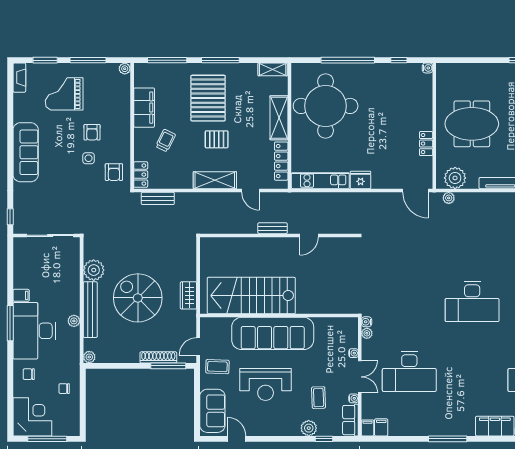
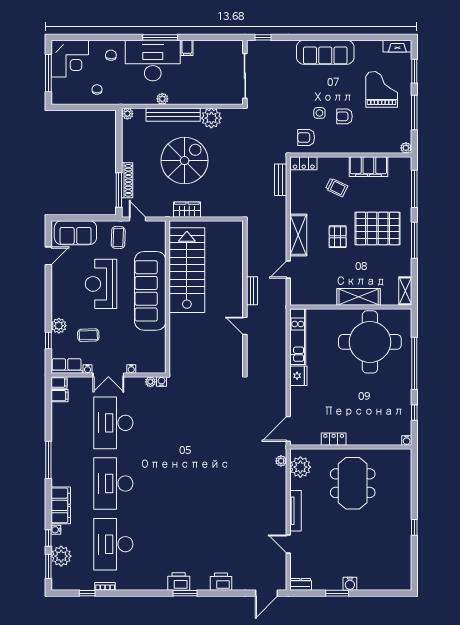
locker: (281, 161) -> (317, 299), removed
desk: (472, 302) -> (113, 484), moved

